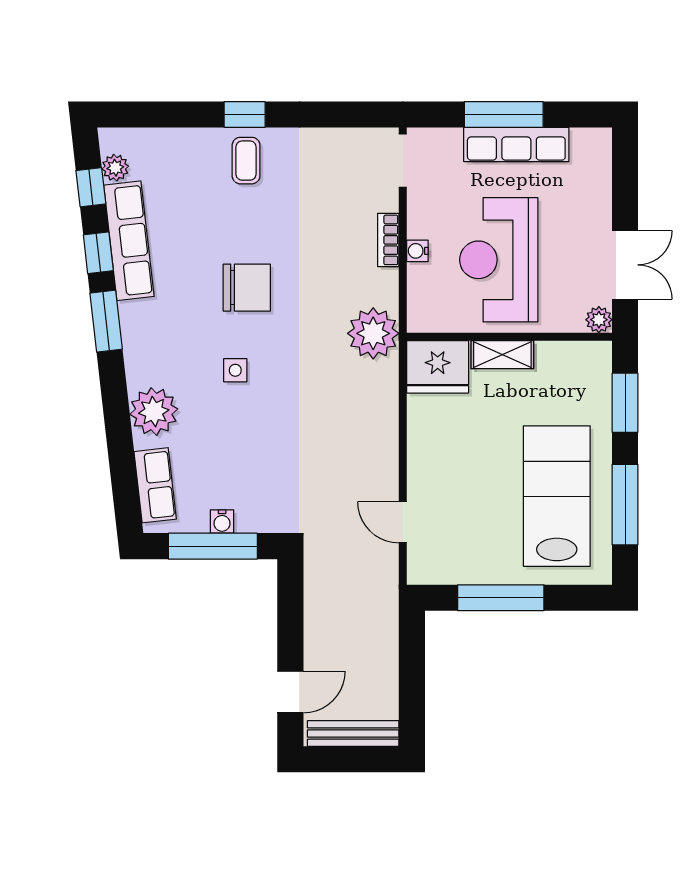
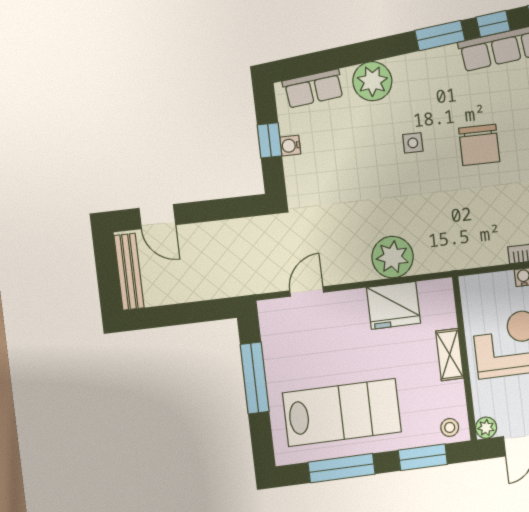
plant: (373, 333) -> (393, 257), moved
stool: (593, 365) -> (450, 427), added
fridge: (438, 367) -> (394, 305), moved, turned -90
window: (213, 546) -> (269, 140), width x0.46

